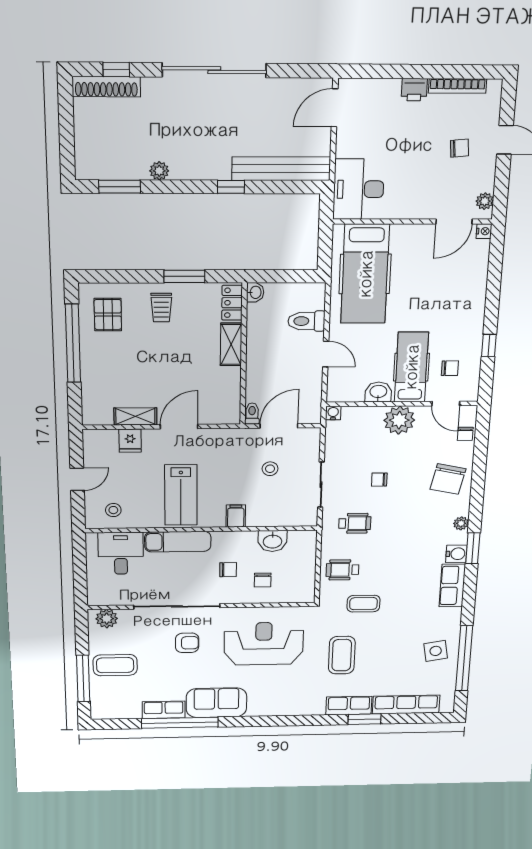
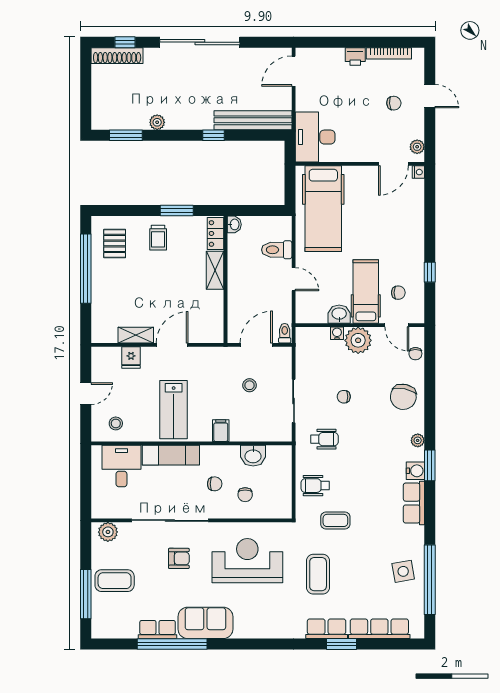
water cooler: (333, 413) -> (337, 333), moved
toilet: (252, 414) -> (285, 333), moved

